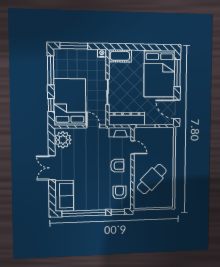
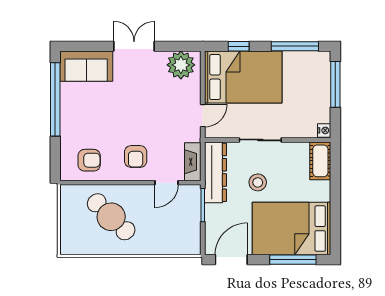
stool: (133, 94) -> (258, 182), added
window: (118, 212) -> (55, 158), removed

